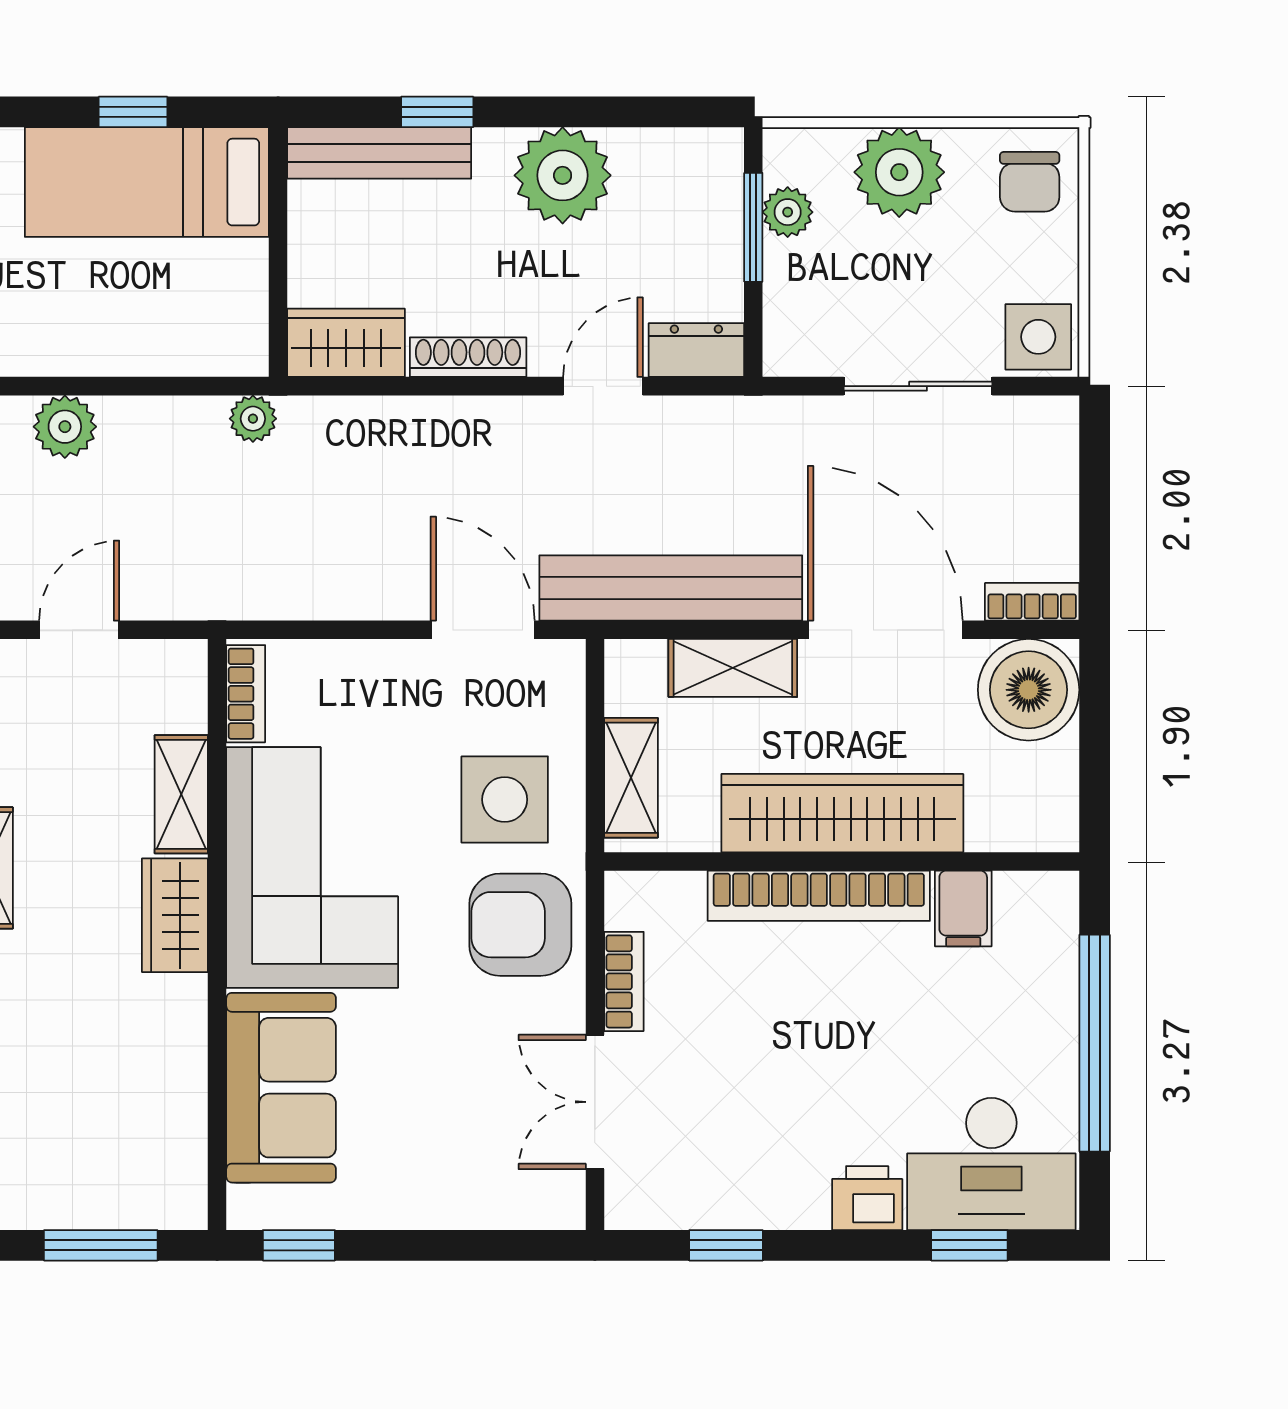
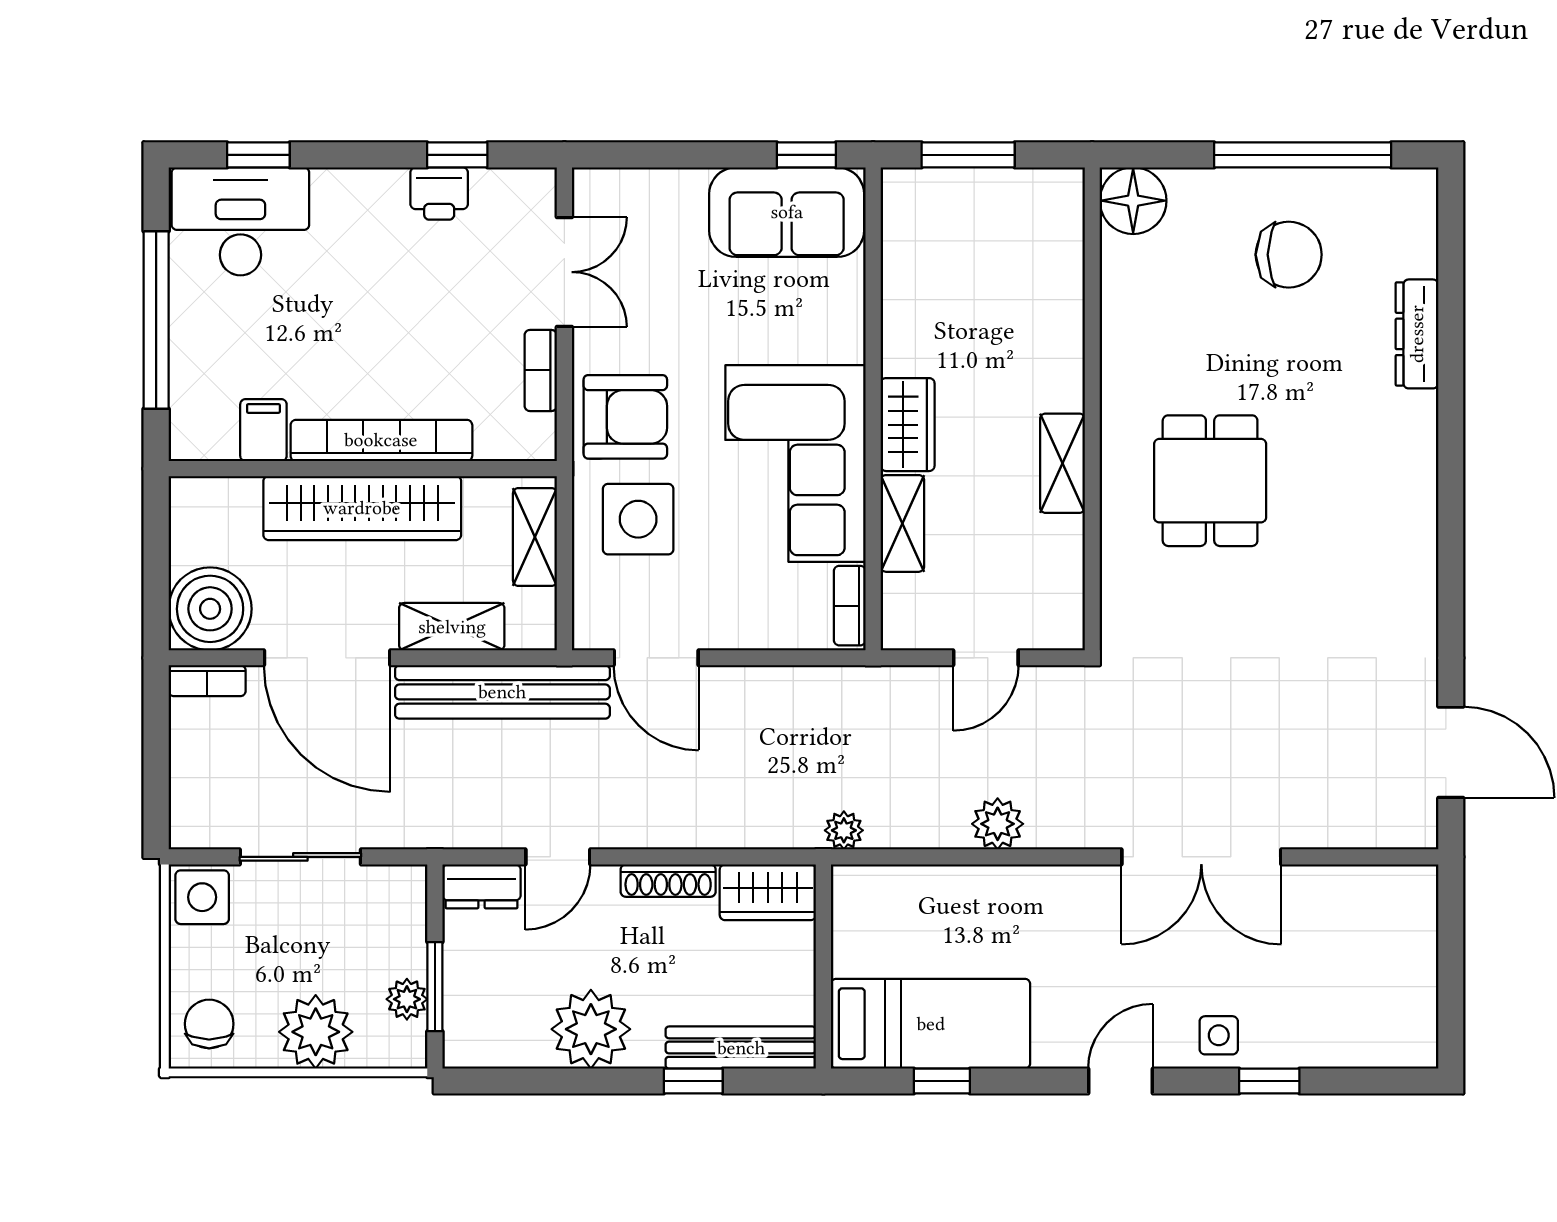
sofa: (281, 1088) -> (787, 212), moved, turned -90
printer: (867, 1198) -> (439, 193), moved

